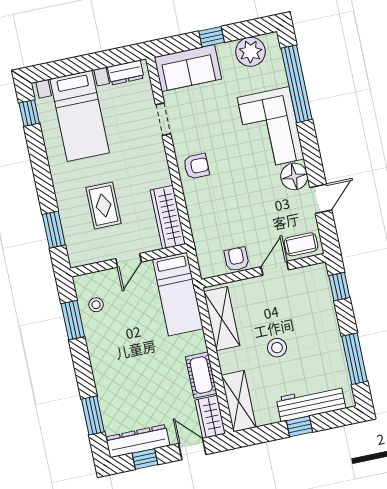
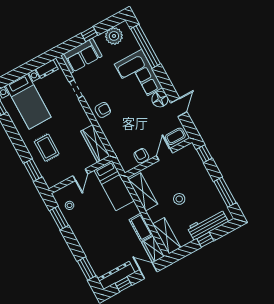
rug: (103, 206) -> (47, 148), moved

